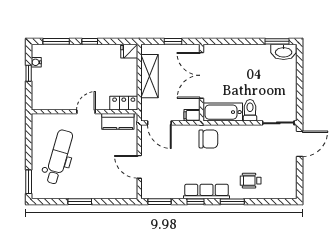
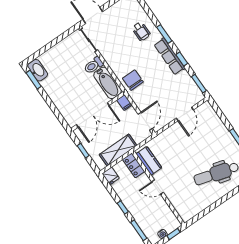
locker: (124, 103) -> (134, 165), moved
wall: (84, 112) -> (158, 188), moved
door: (86, 112) -> (157, 187), moved
kitchen counter: (118, 121) -> (149, 161), moved

